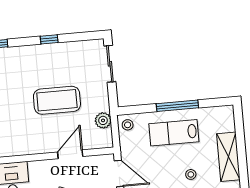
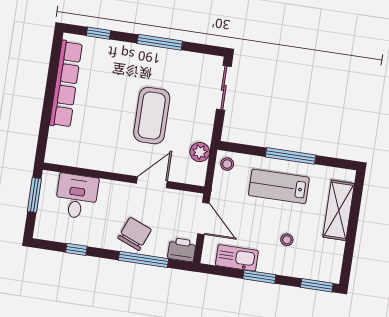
window: (49, 39) -> (160, 42), width x2.17
coffee table: (57, 100) -> (152, 116), turned 90
shelving: (228, 157) -> (339, 210), moved

